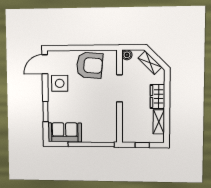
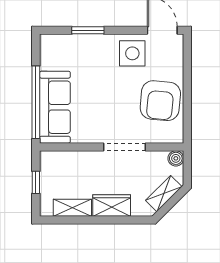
sofa: (65, 132) -> (55, 107), moved, width x1.36

